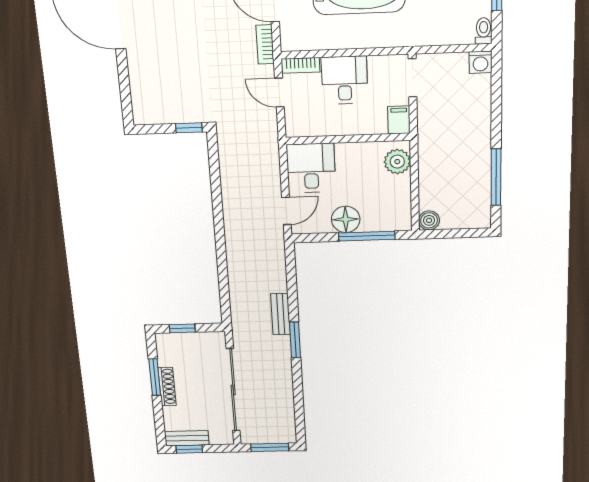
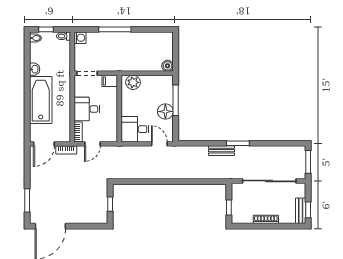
window: (189, 128) -> (110, 204), moved
window: (496, 177) -> (115, 29), moved
window: (155, 377) -> (260, 226), removed

